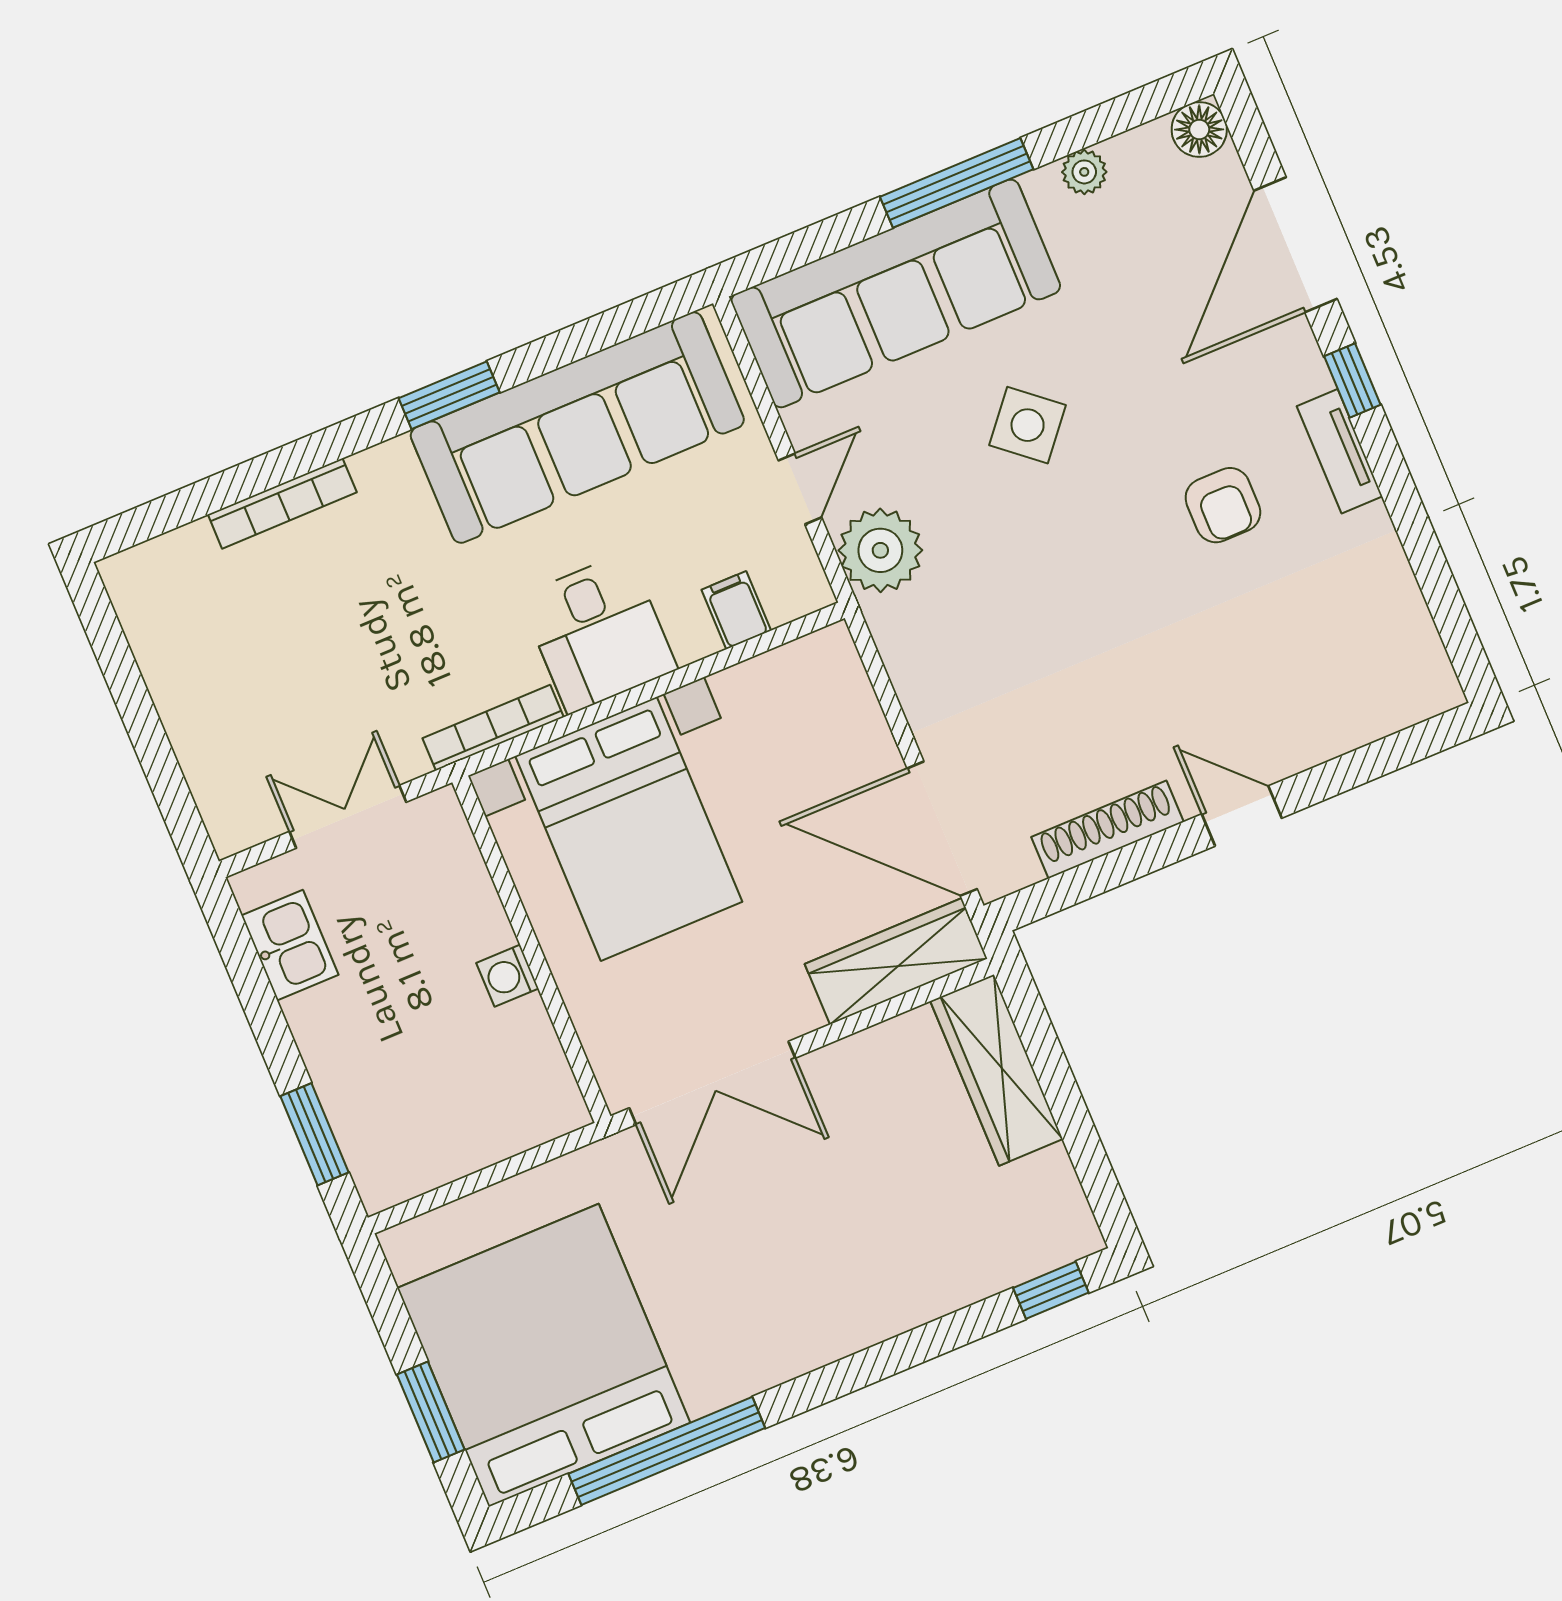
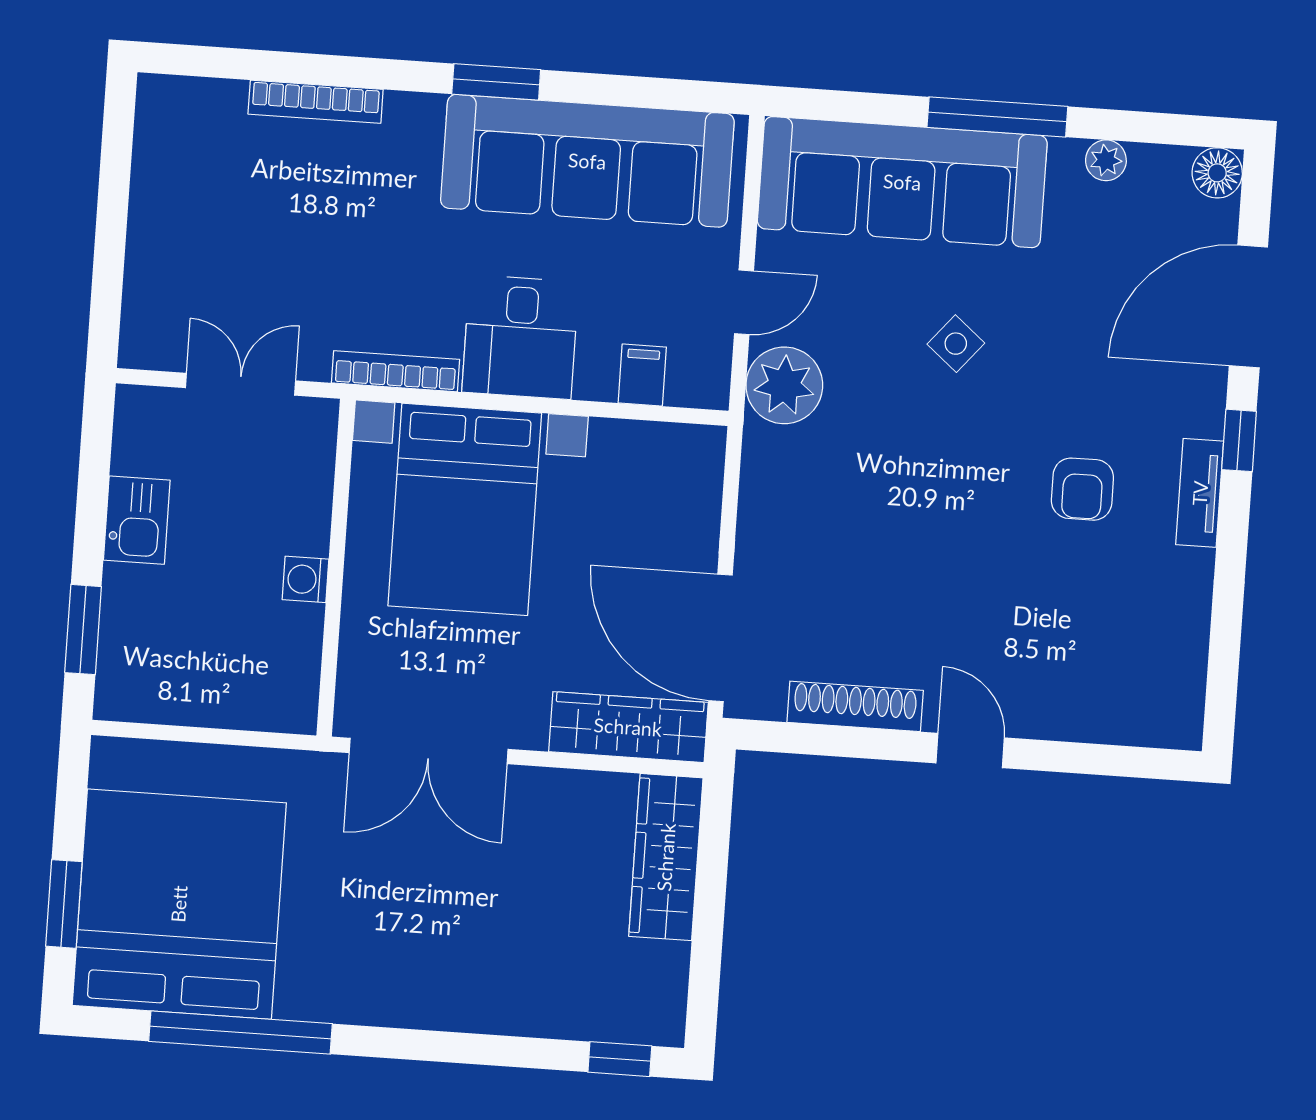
side table: (1028, 425) -> (956, 344), width x0.73, depth x0.73
kitchen sink: (290, 945) -> (137, 520), moved

